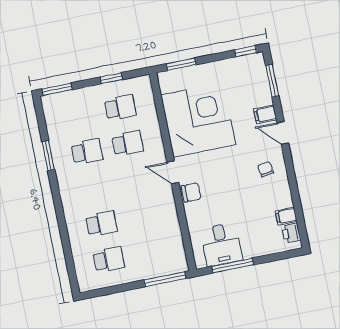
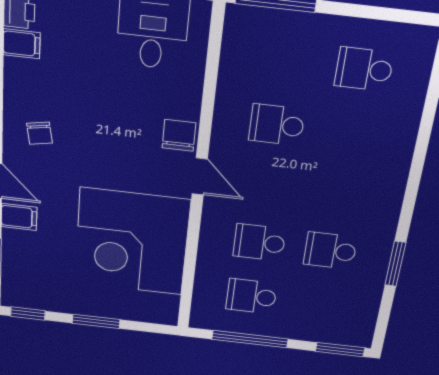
window: (181, 64) -> (96, 321), moved
window: (111, 78) -> (250, 339), width x2.17
chair: (191, 193) -> (179, 135), turned 90
school desk: (101, 224) -> (277, 125), moved

